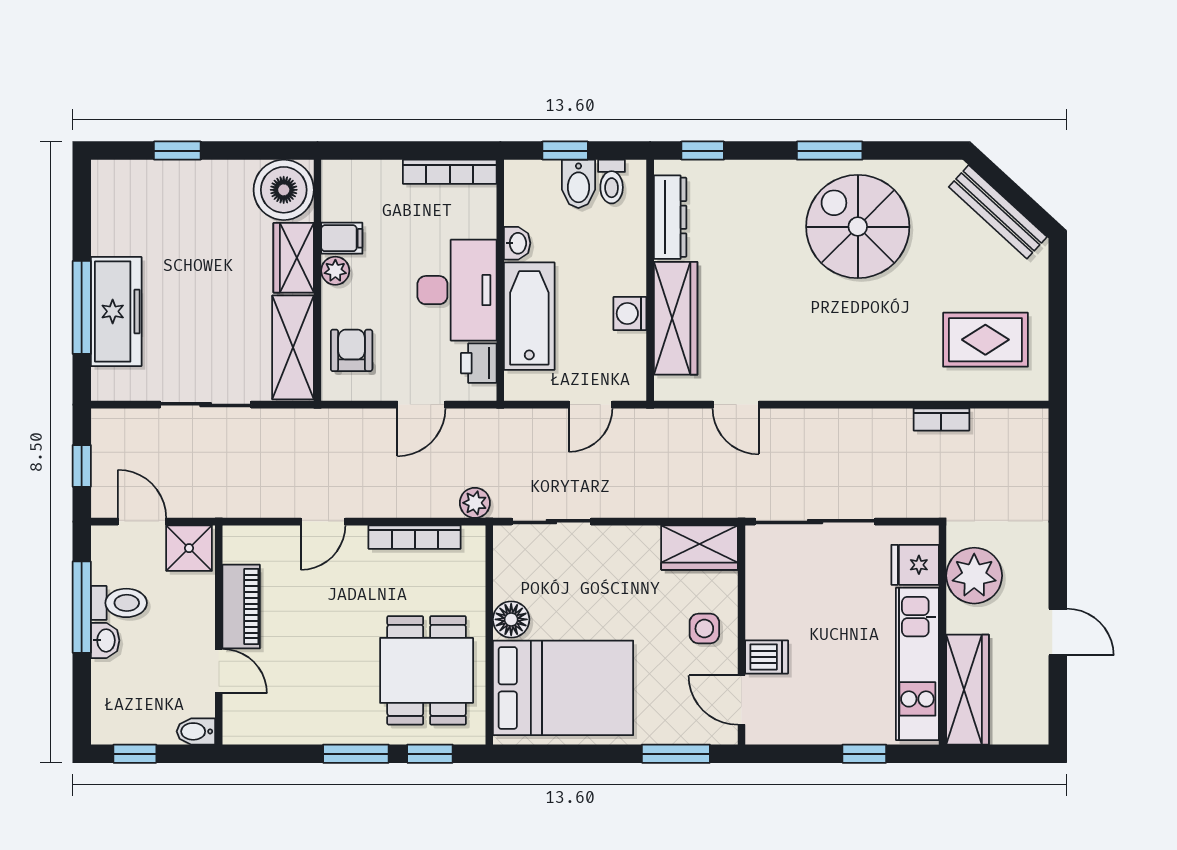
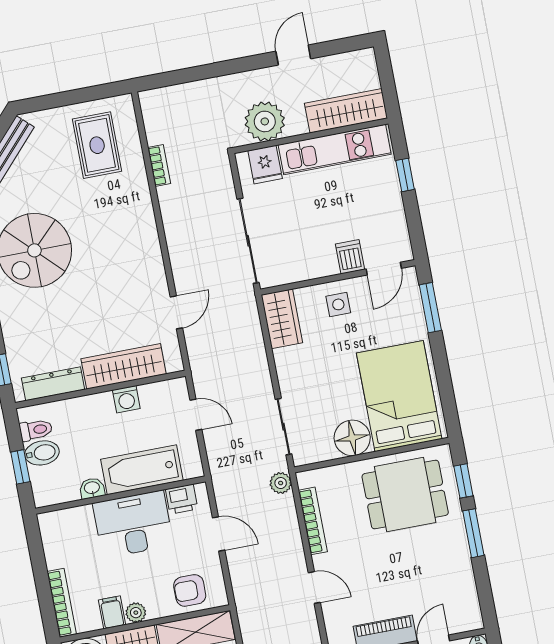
bookcase: (450, 172) -> (62, 603), moved
floor lamp: (511, 619) -> (352, 438), width x1.38, depth x1.38

